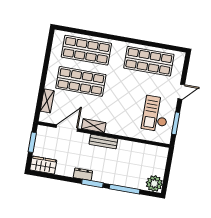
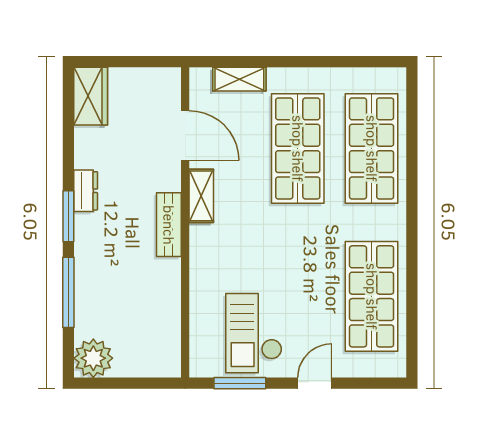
door: (181, 92) -> (315, 383), swing flipped
checkout: (156, 114) -> (254, 333), turned -90
window: (32, 142) -> (138, 62), removed

